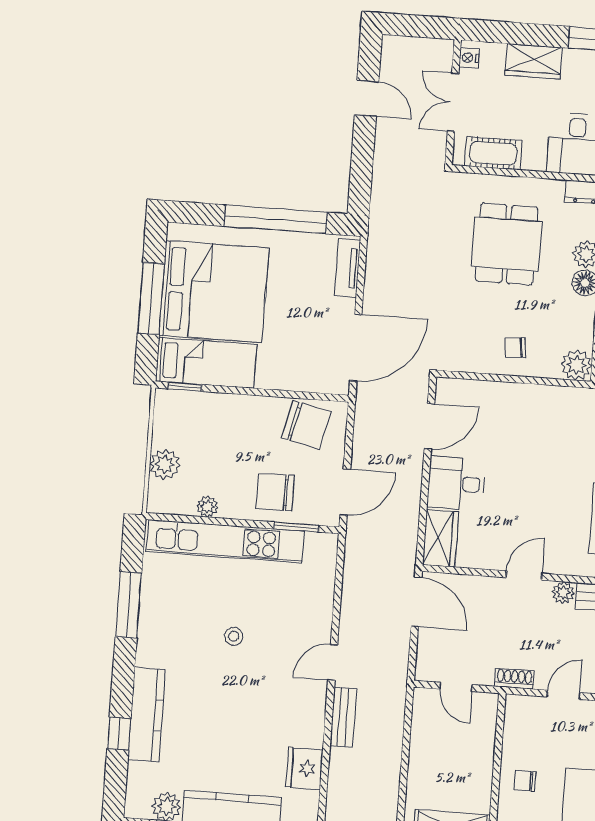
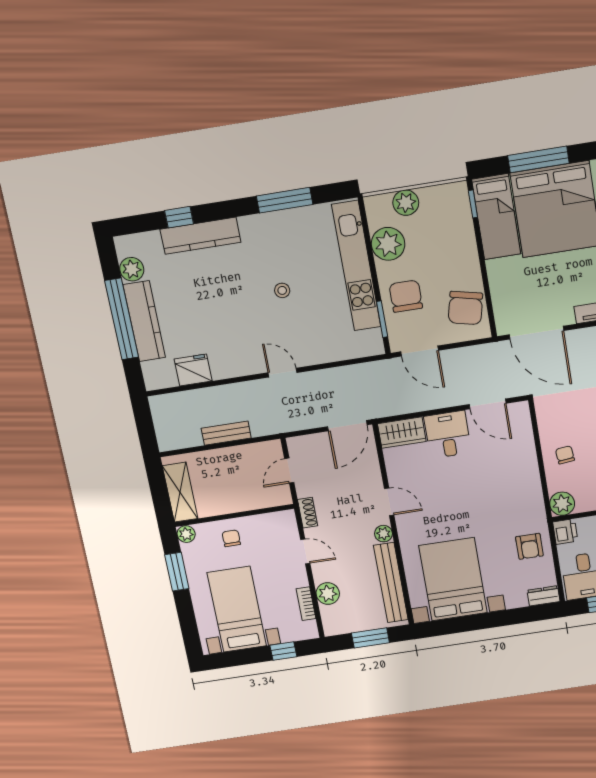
plant: (207, 507) -> (388, 244), width x1.88, depth x1.88
bench: (343, 717) -> (226, 433), moved

